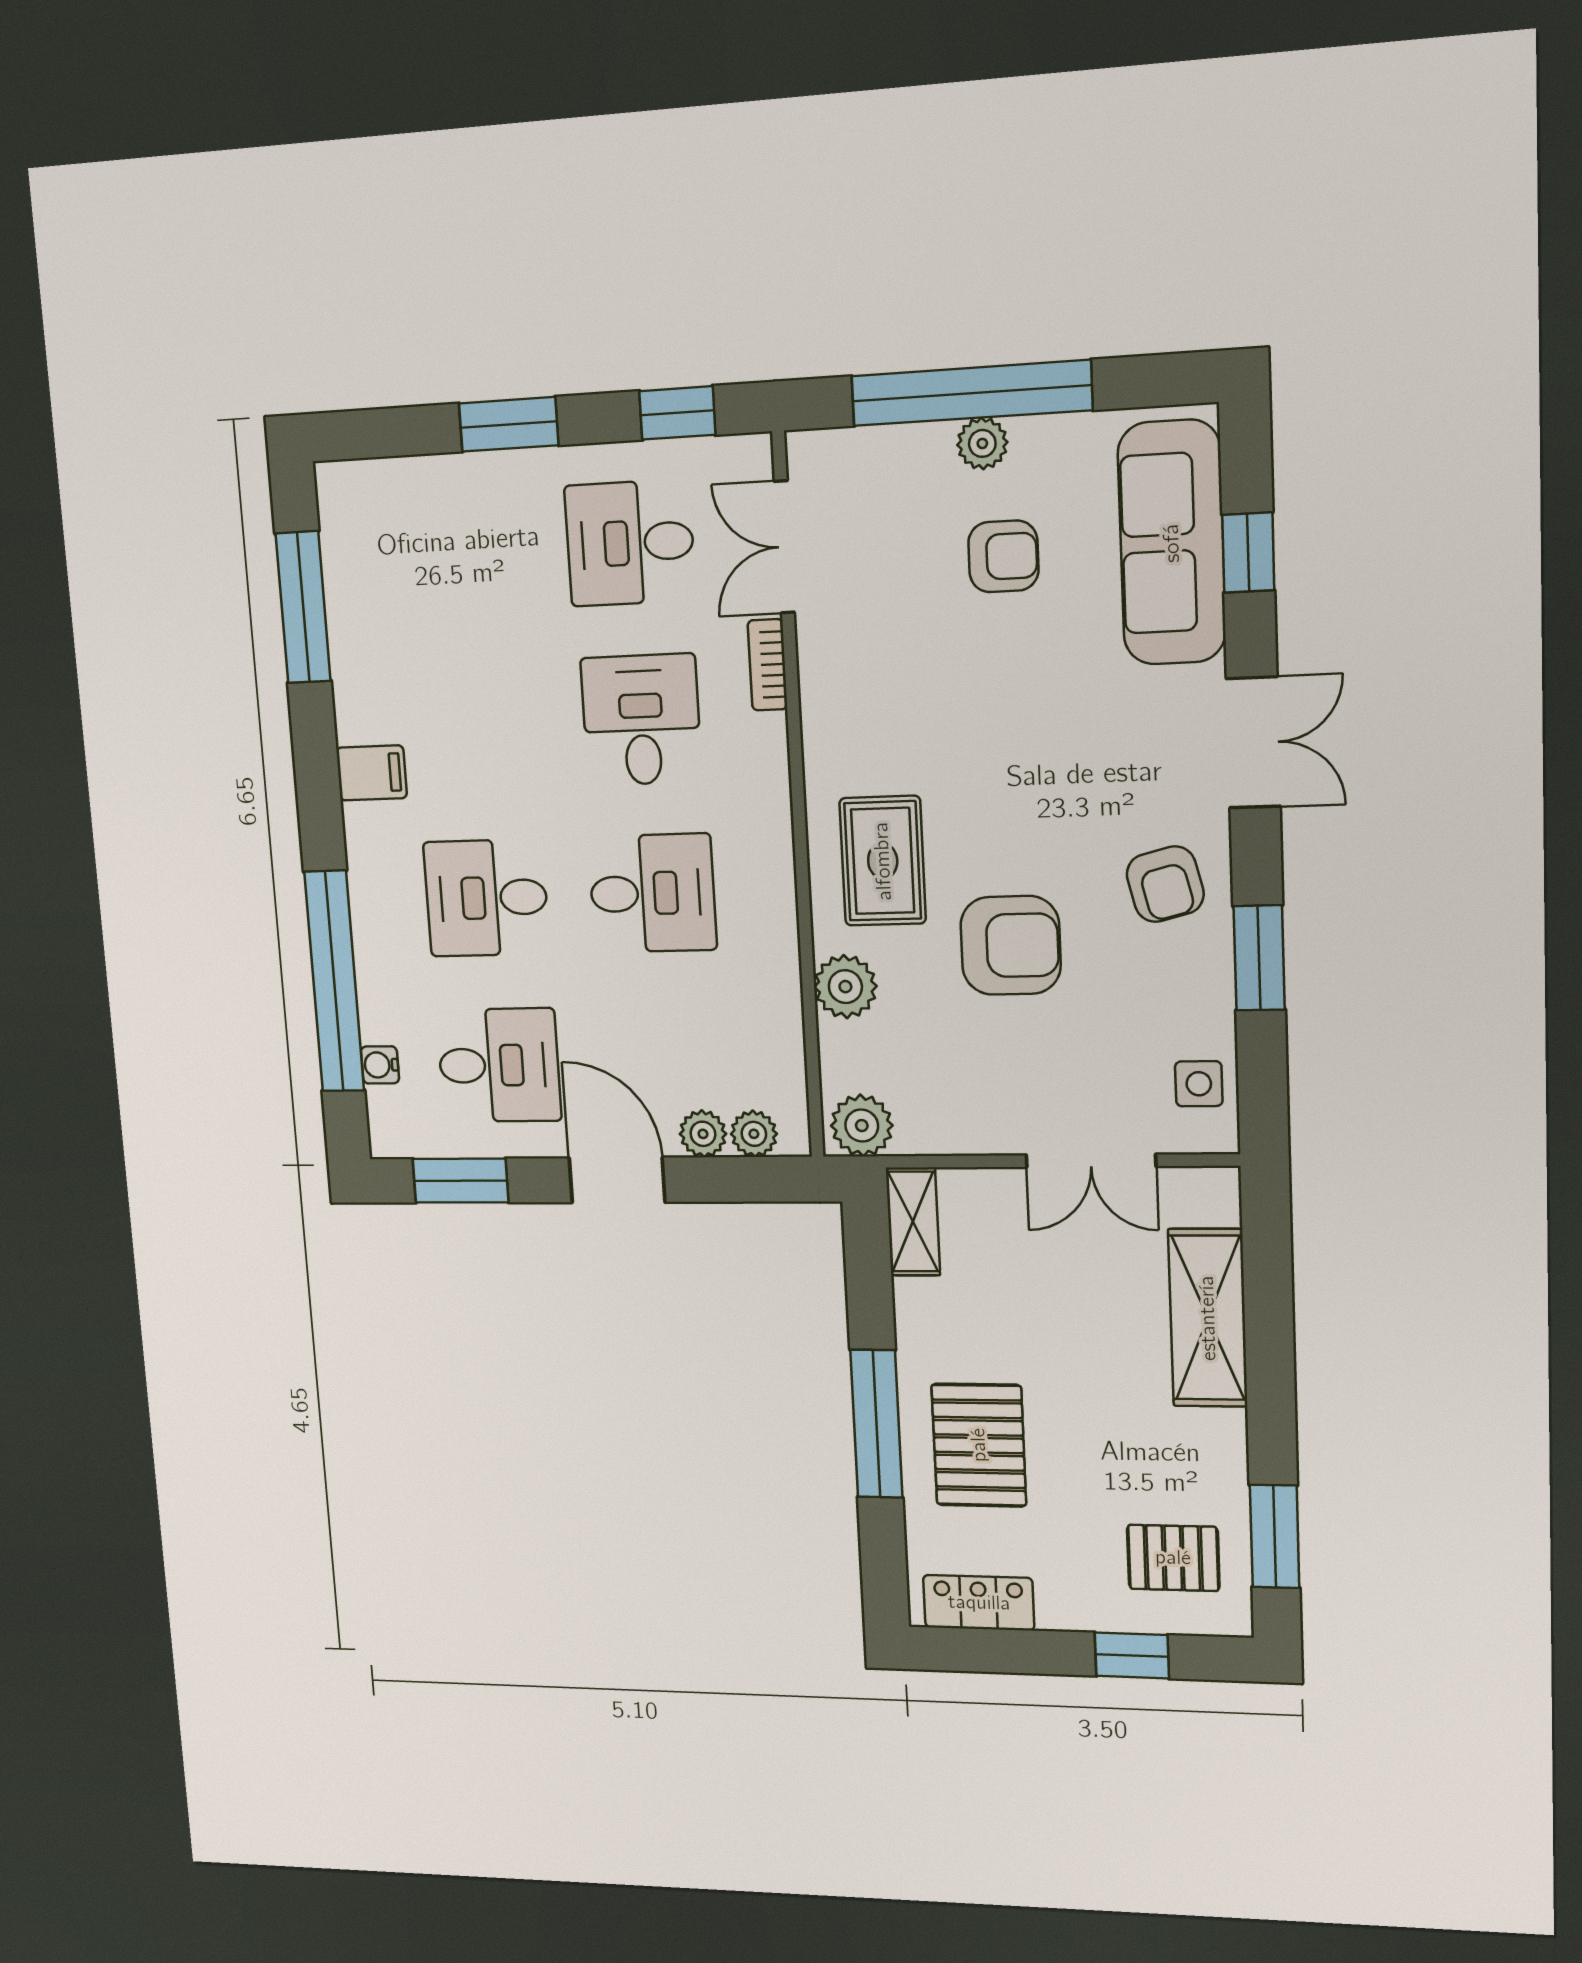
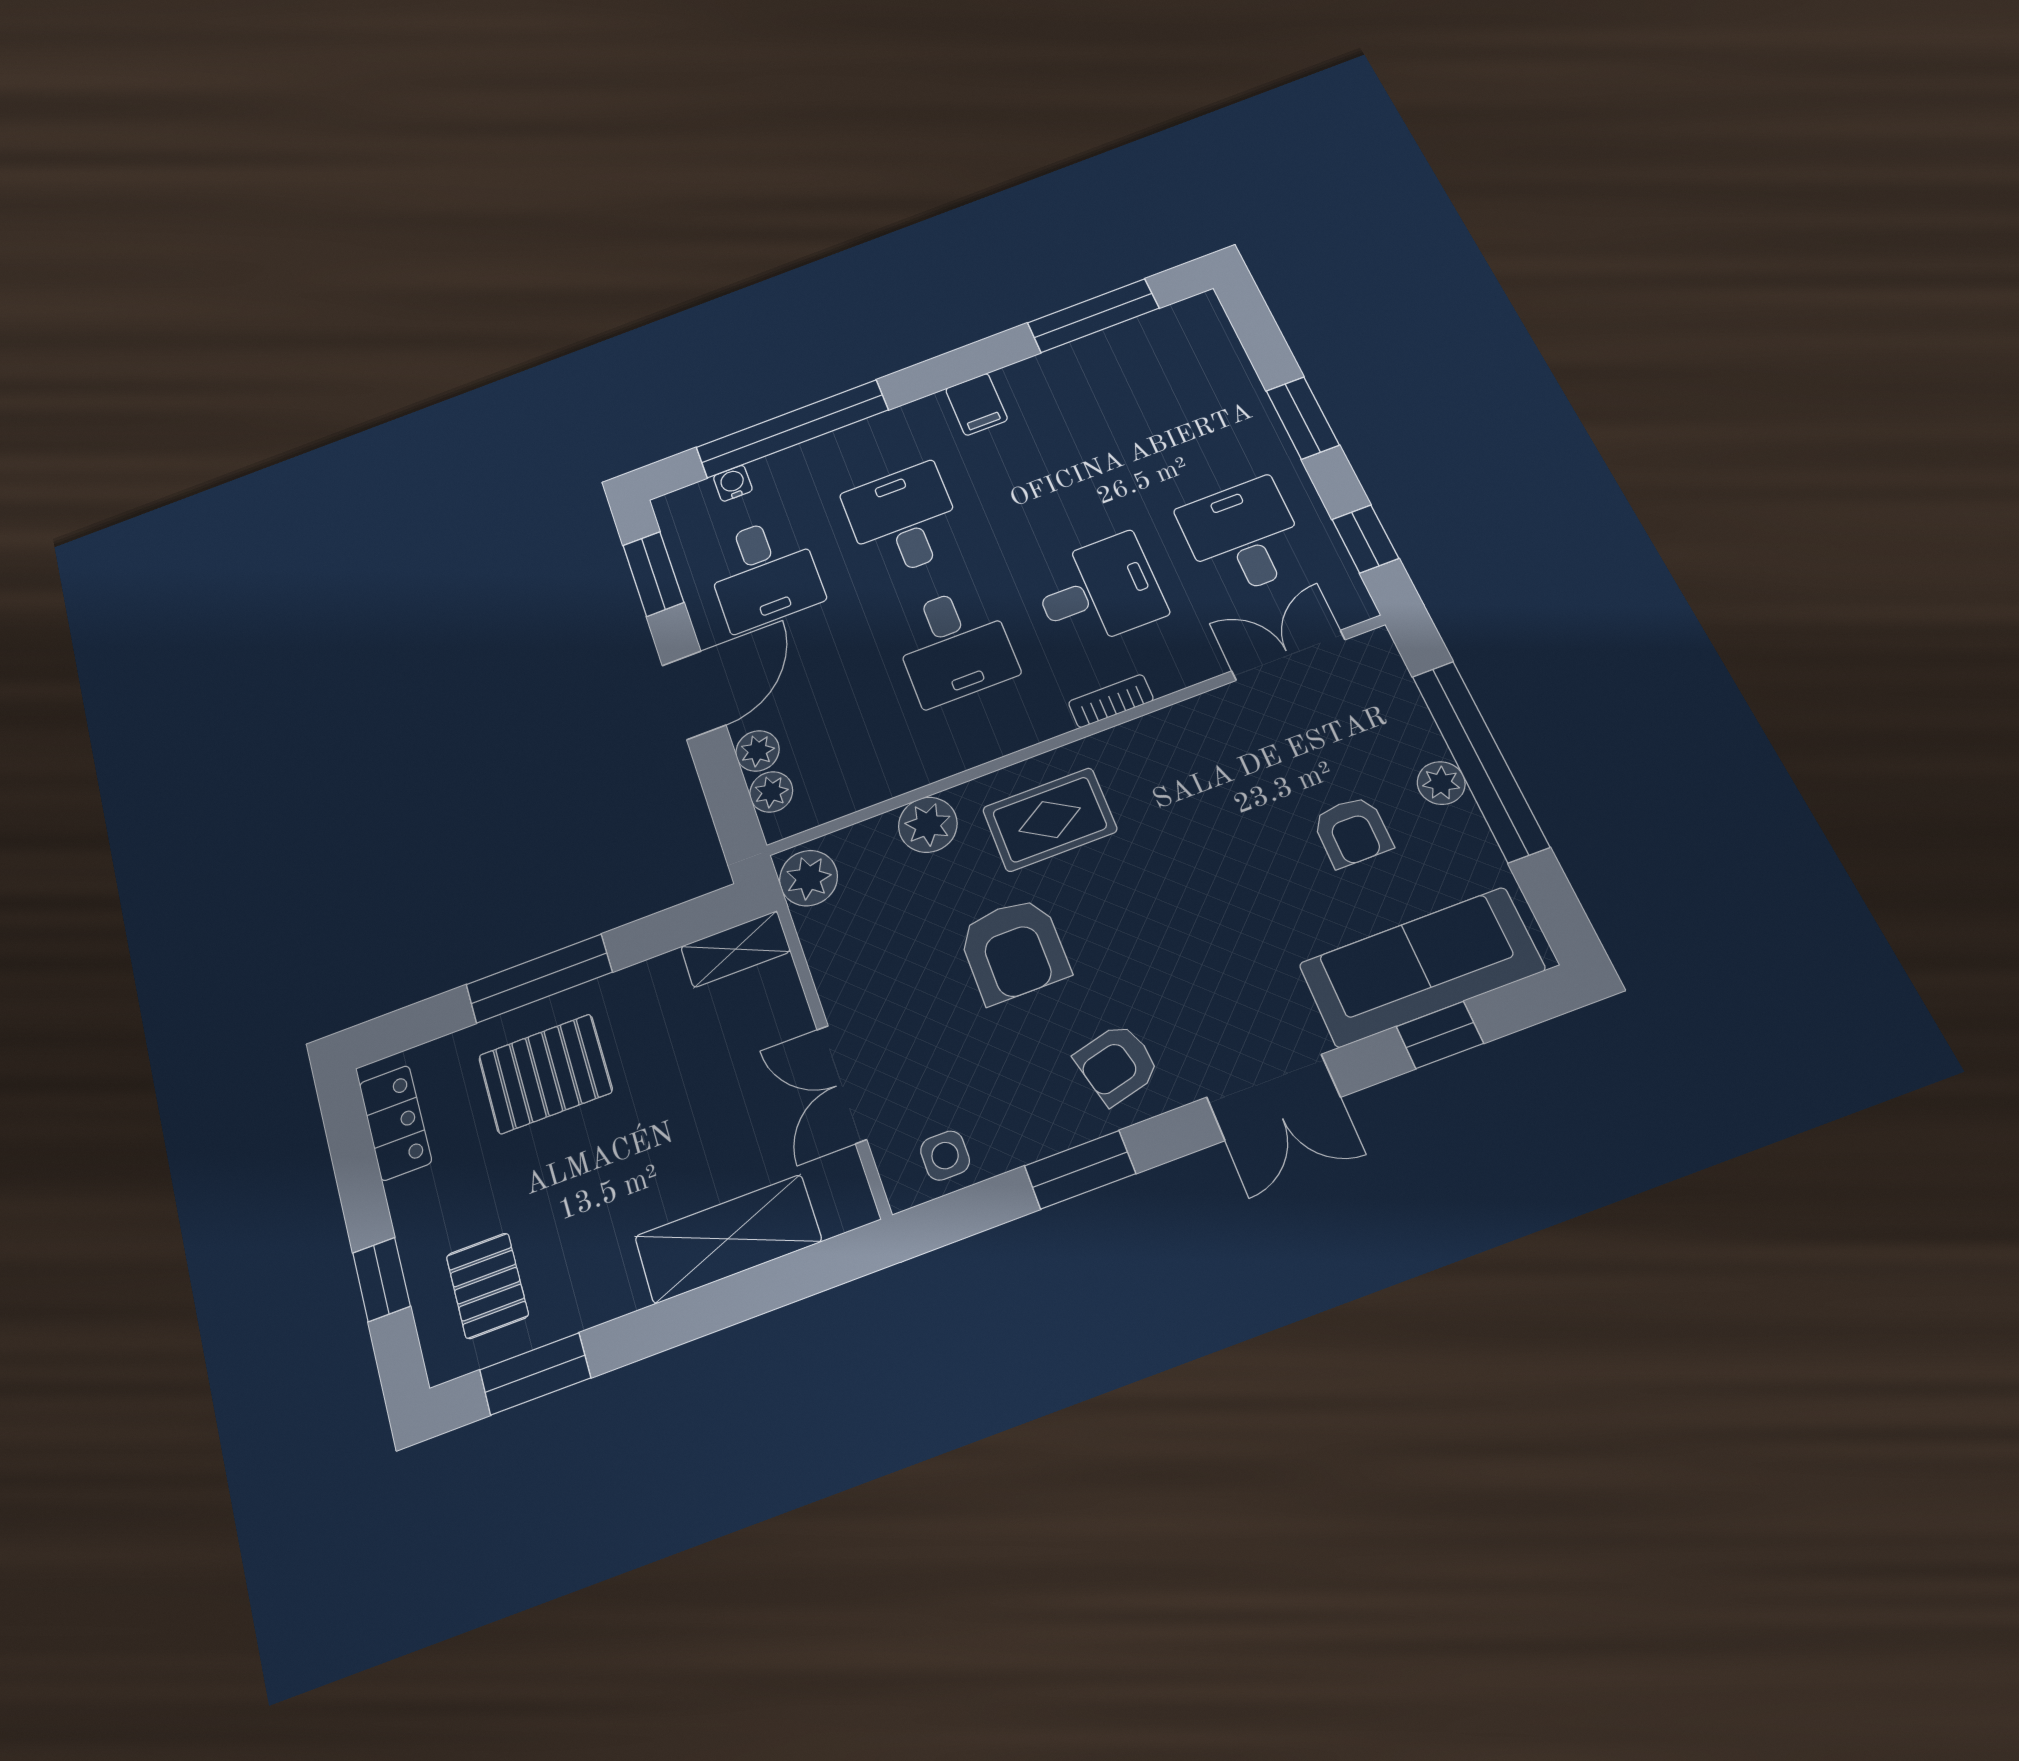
bookcase: (767, 665) -> (1111, 701), moved

